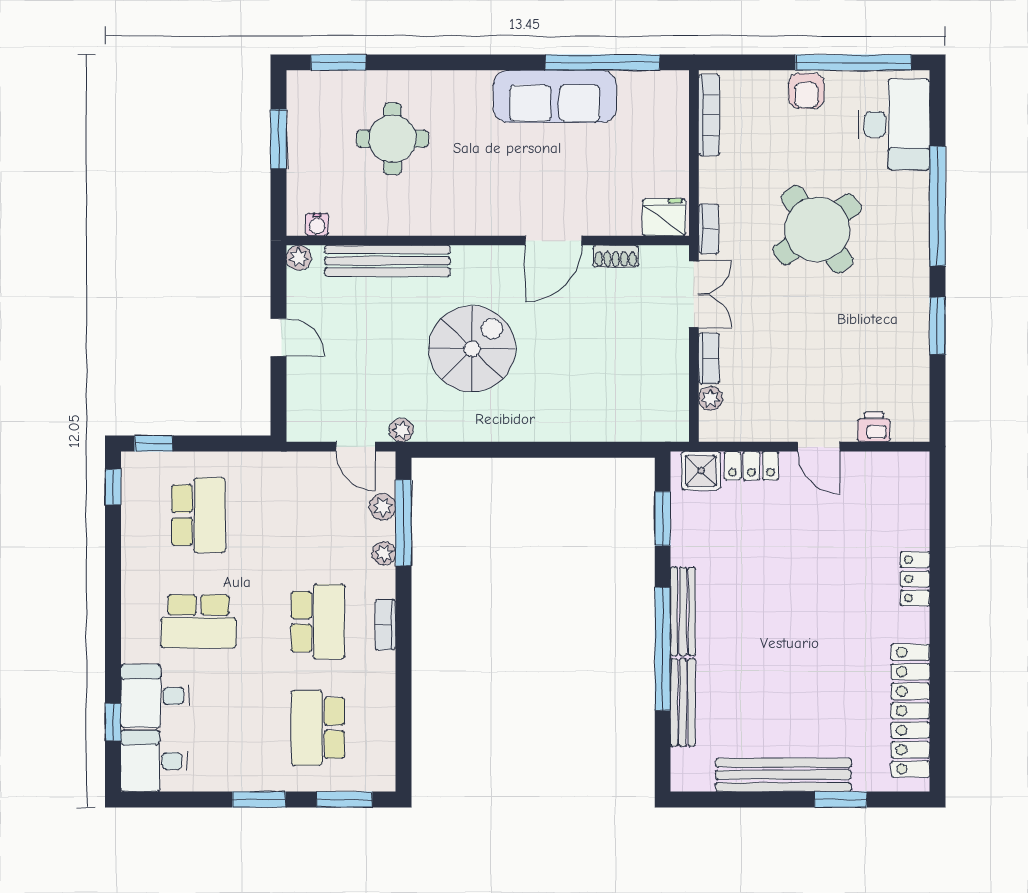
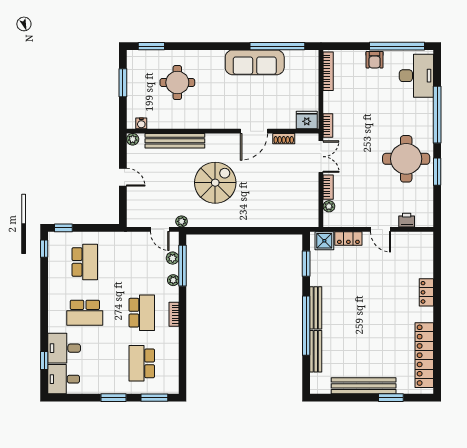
round table: (817, 229) -> (406, 159), moved, turned 36

